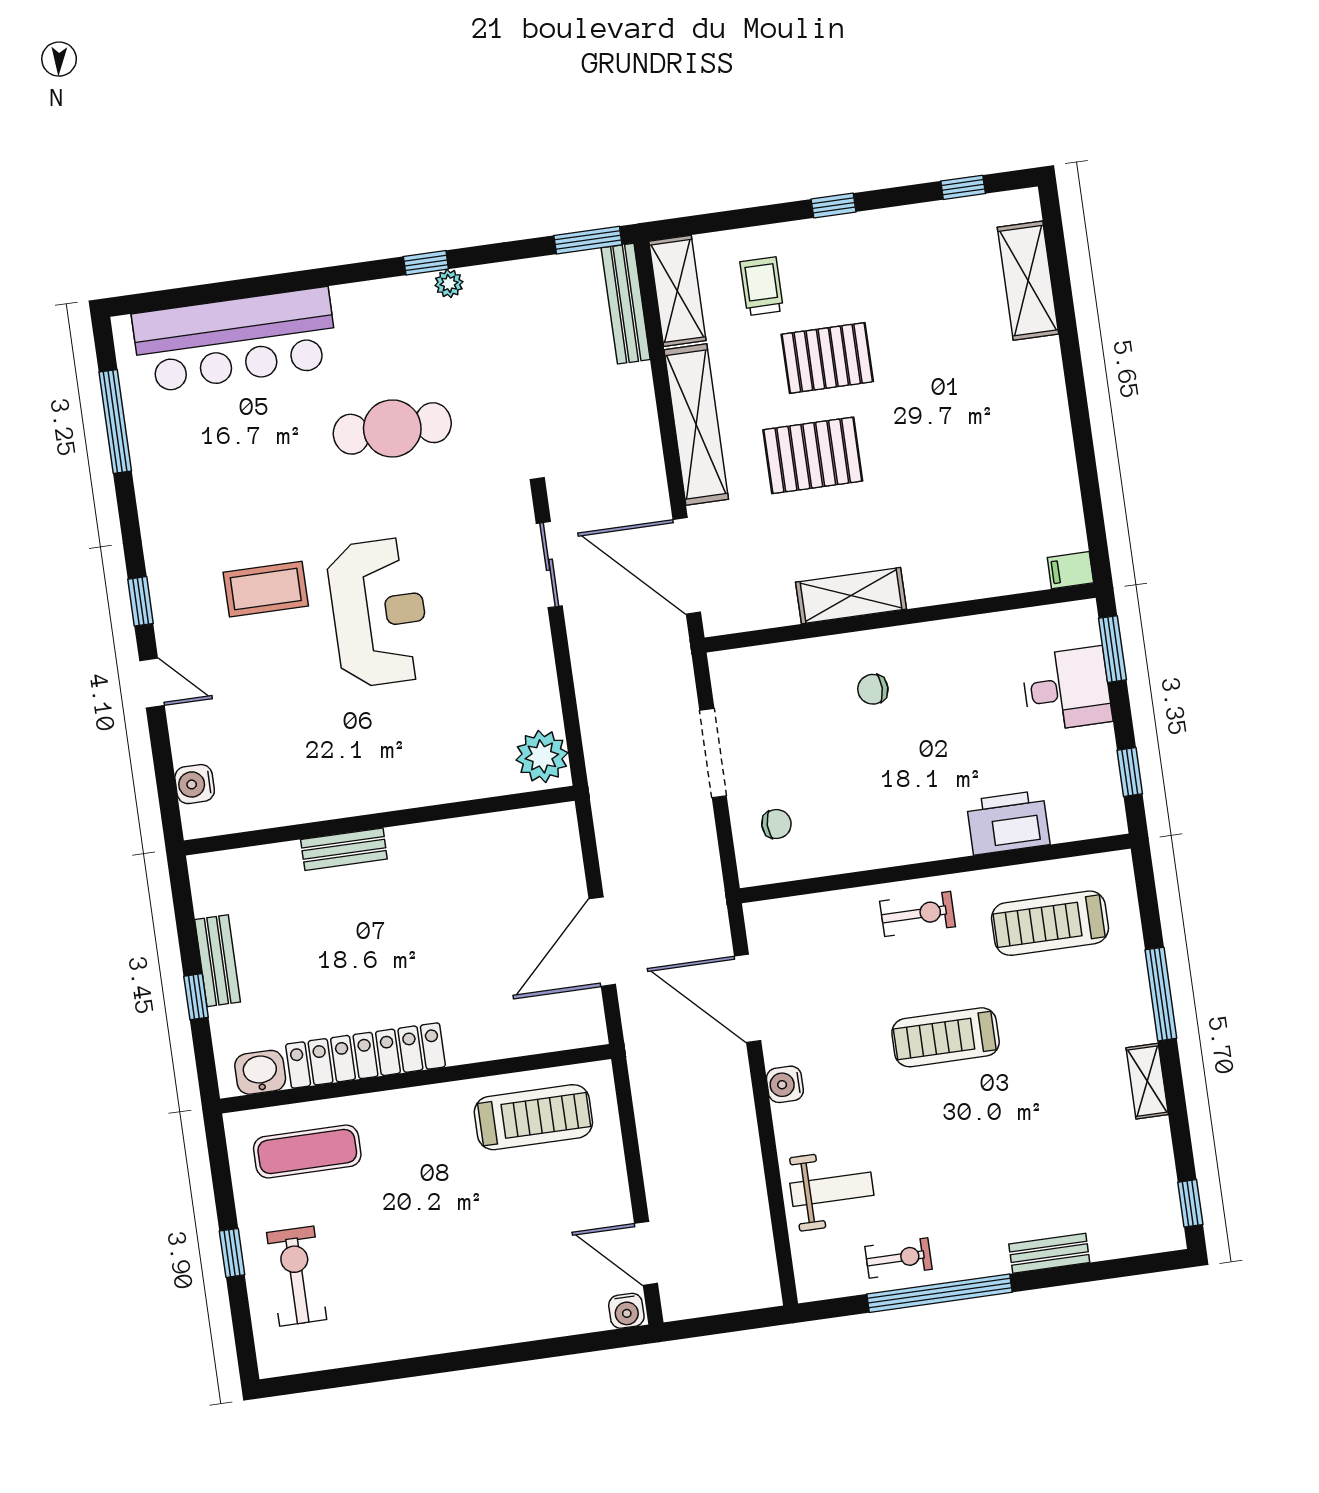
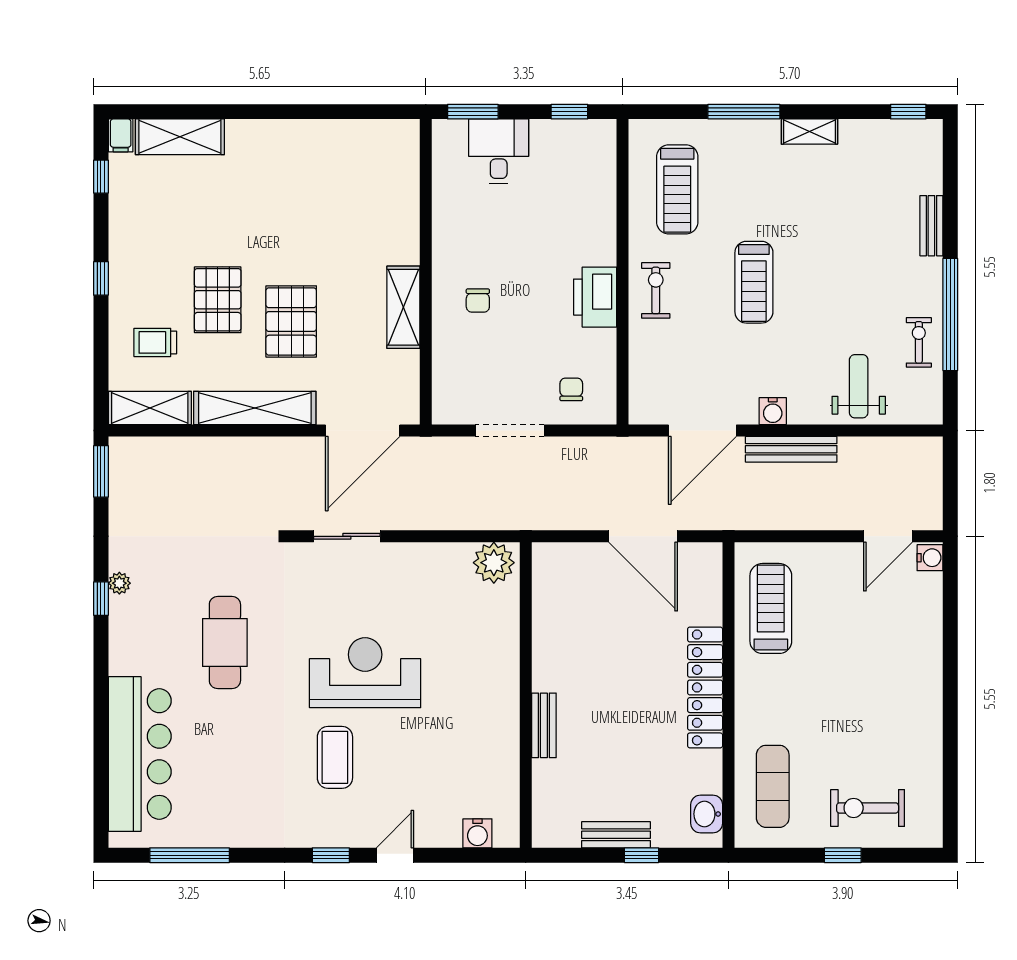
bench: (626, 304) -> (791, 449), moved
filing cabinet: (1070, 570) -> (121, 135), moved
printer: (1008, 823) -> (595, 297), moved
locker: (365, 1055) -> (705, 687), moved

